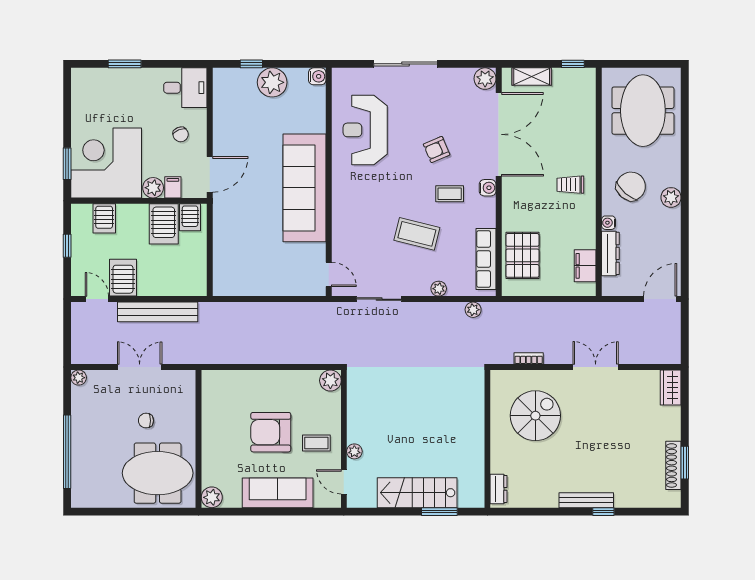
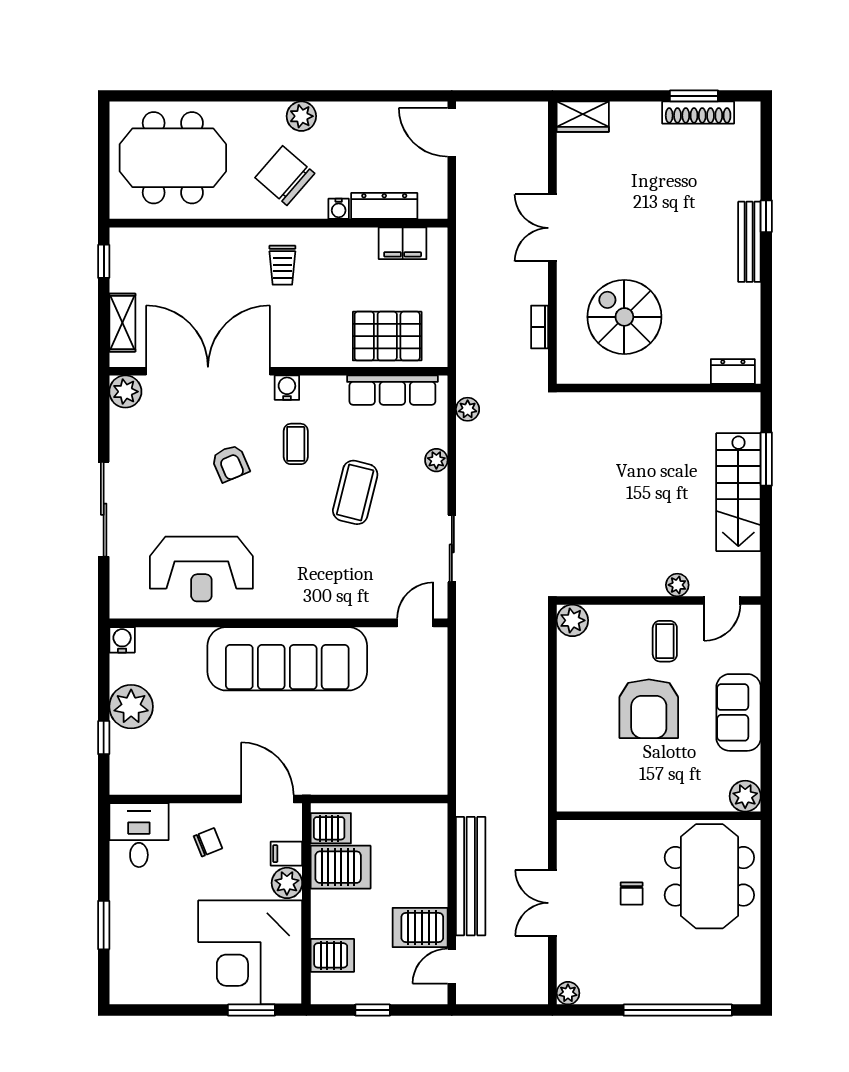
sofa: (278, 493) -> (739, 712), width x0.73

